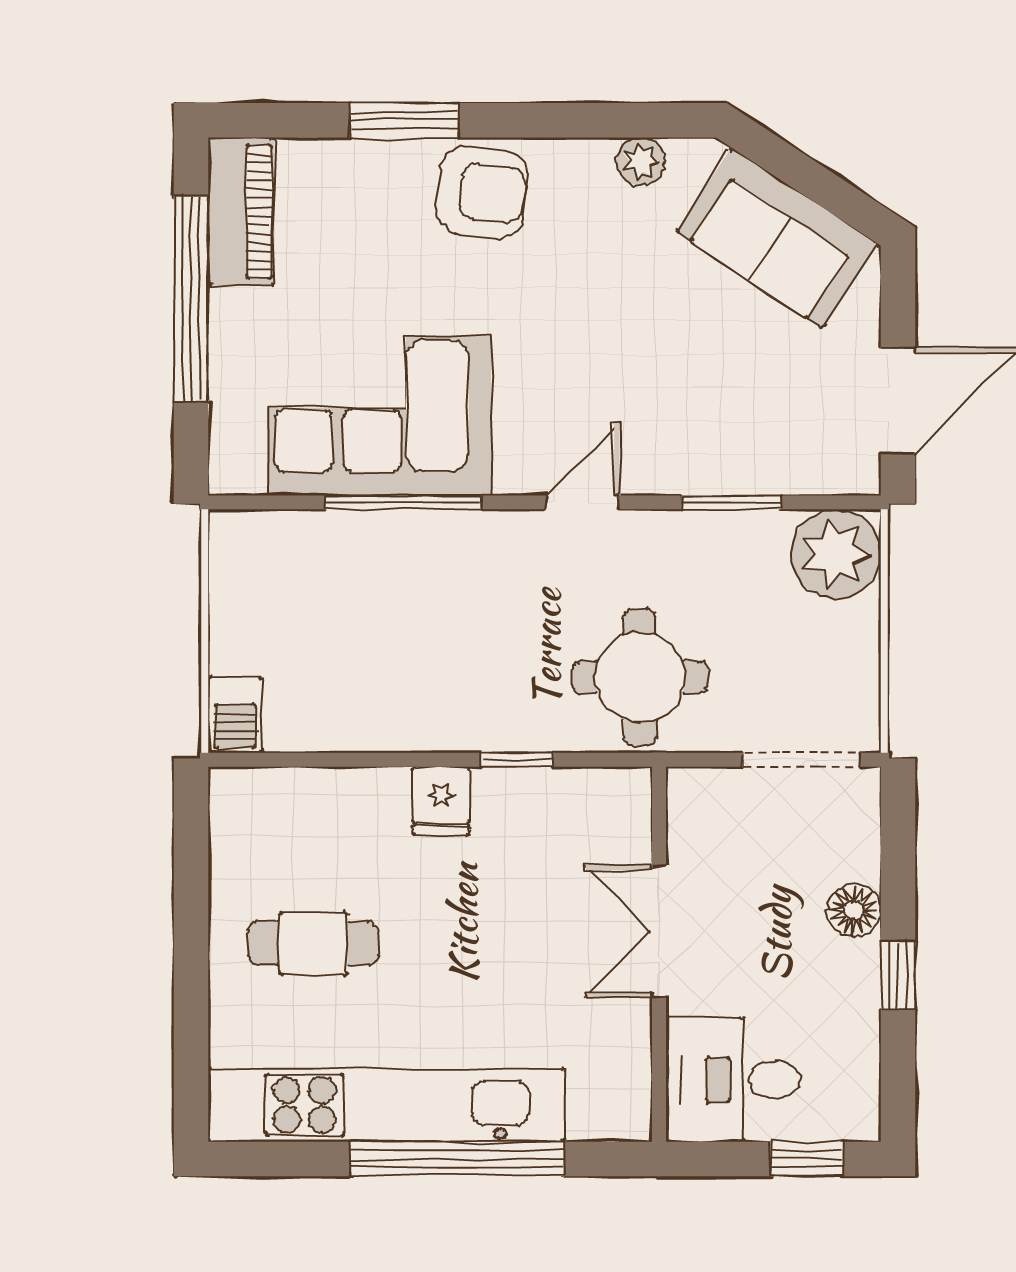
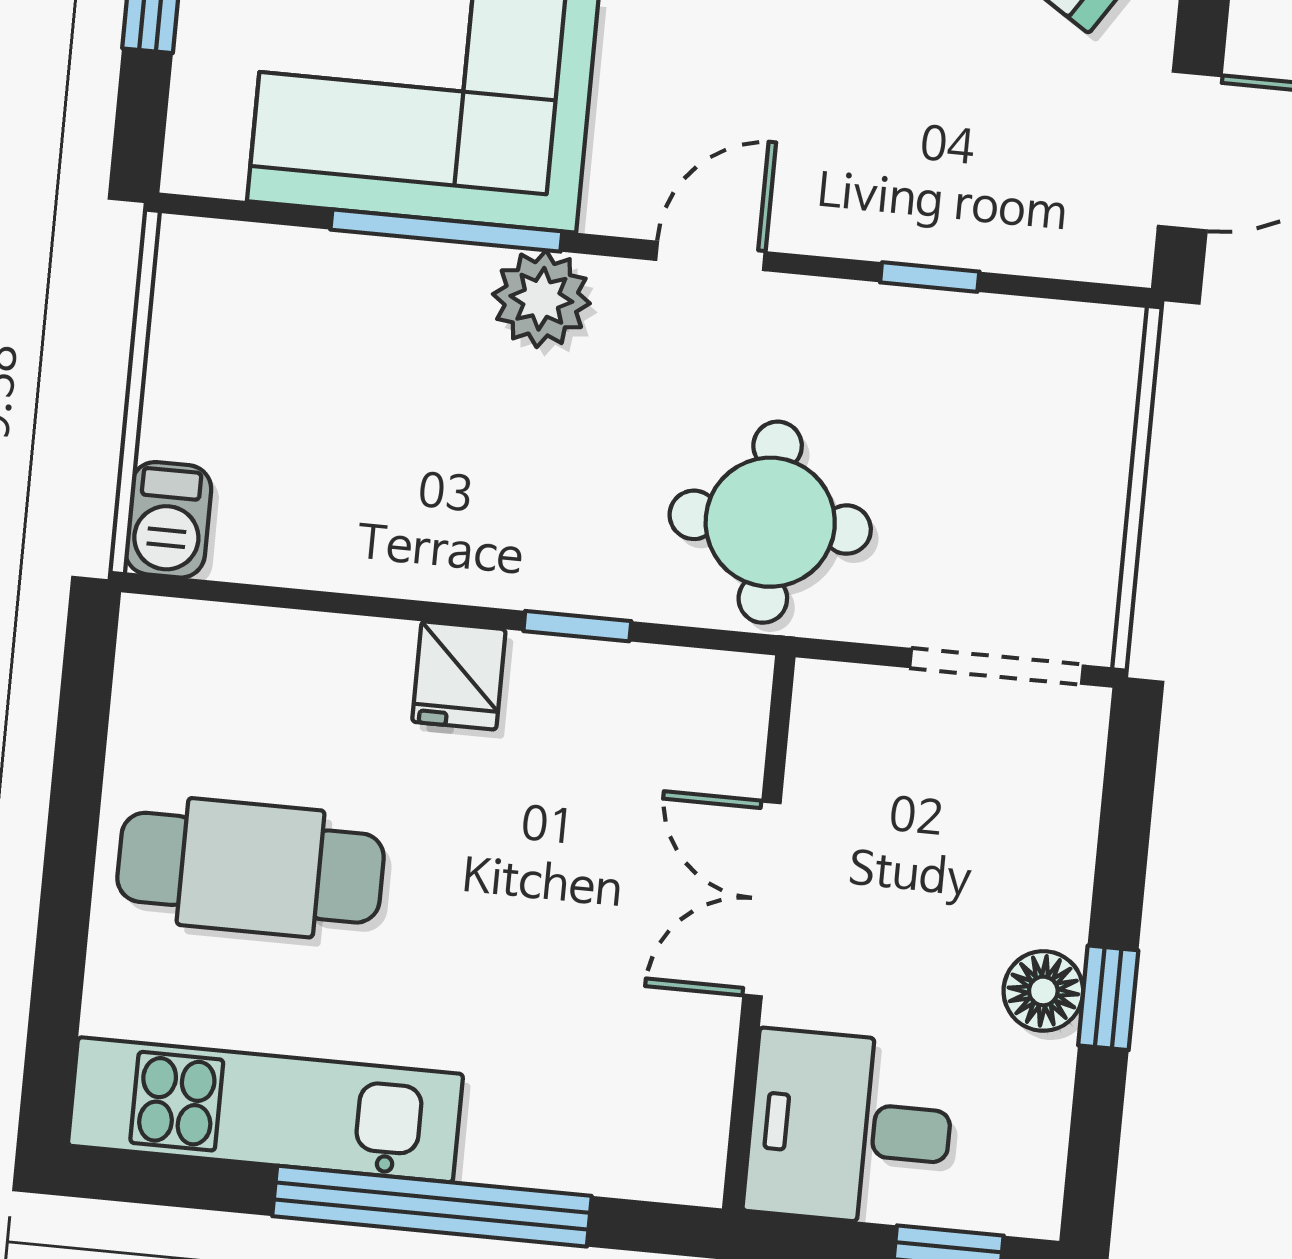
window: (731, 502) -> (930, 277), width x0.67
plant: (836, 554) -> (541, 299), moved, width x0.73, depth x0.73
floor lamp: (854, 910) -> (1043, 991), moved
cafe table: (313, 943) -> (251, 868), width x1.37, depth x1.35
kitchen unit: (386, 1105) -> (265, 1110), width x0.73

